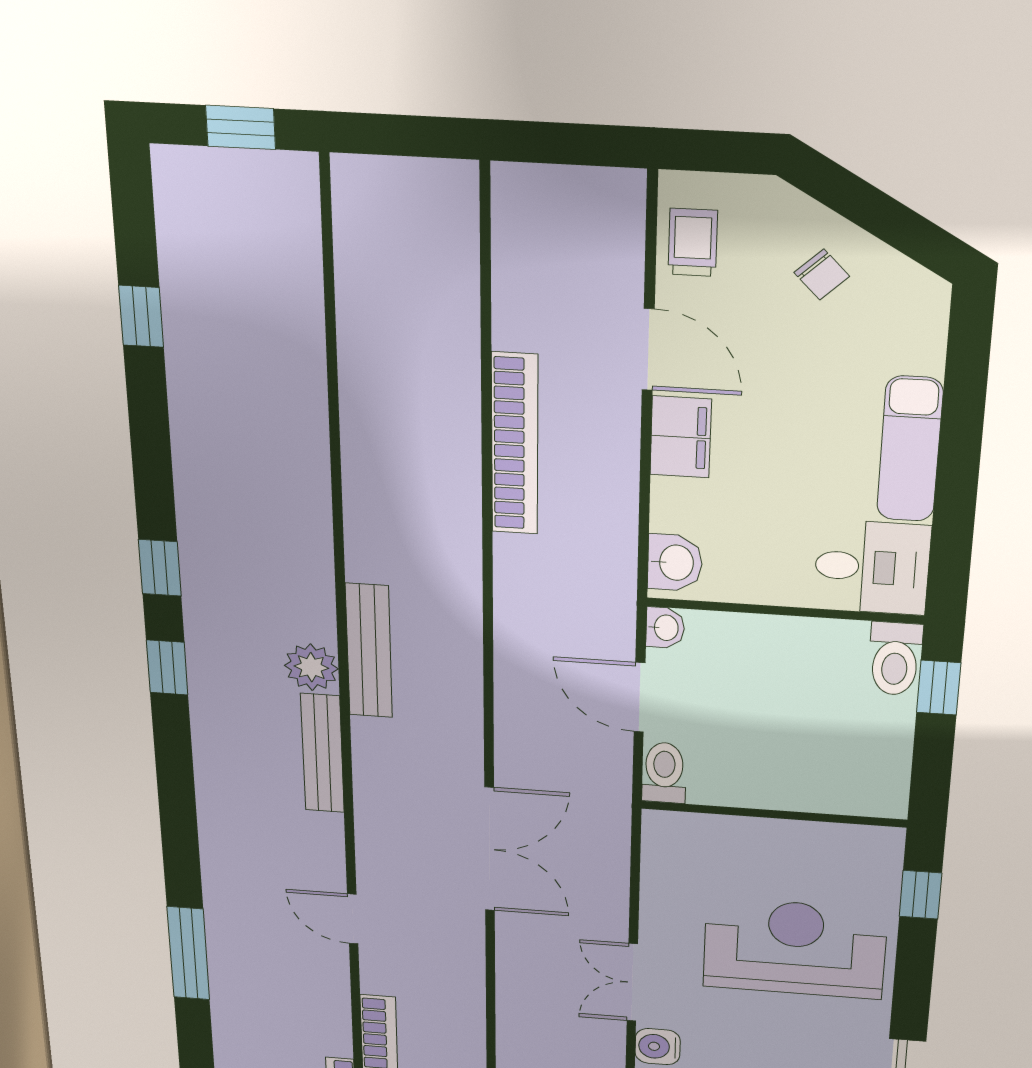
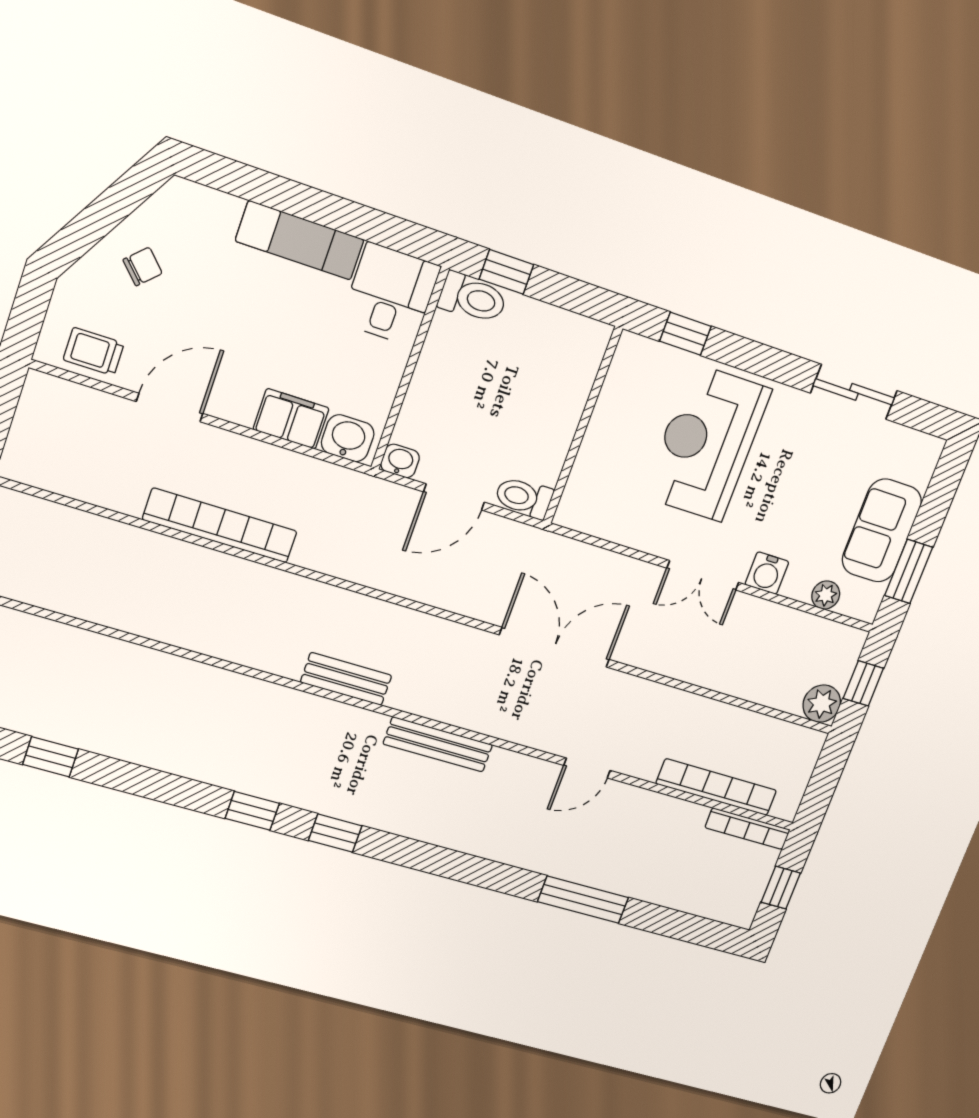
filing cabinet: (681, 437) -> (291, 419), moved
bench: (369, 651) -> (346, 679), width x0.73
plant: (311, 667) -> (363, 729), removed

